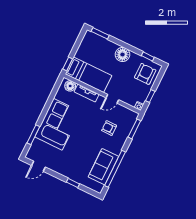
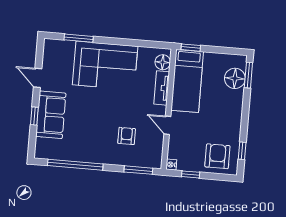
floor lamp: (122, 54) -> (235, 78), moved
armchair: (145, 74) -> (217, 156), turned -90
door: (38, 166) -> (38, 78), moved
sofa: (103, 167) -> (51, 115), moved, turned 90

